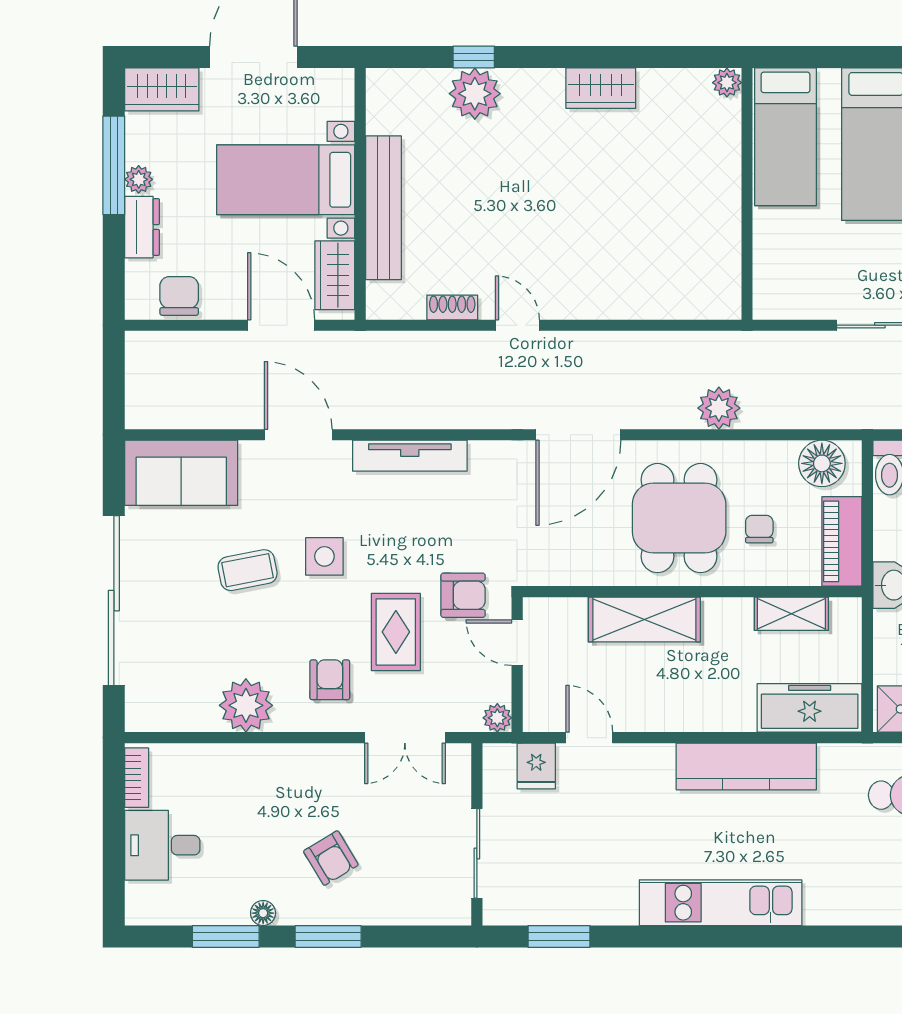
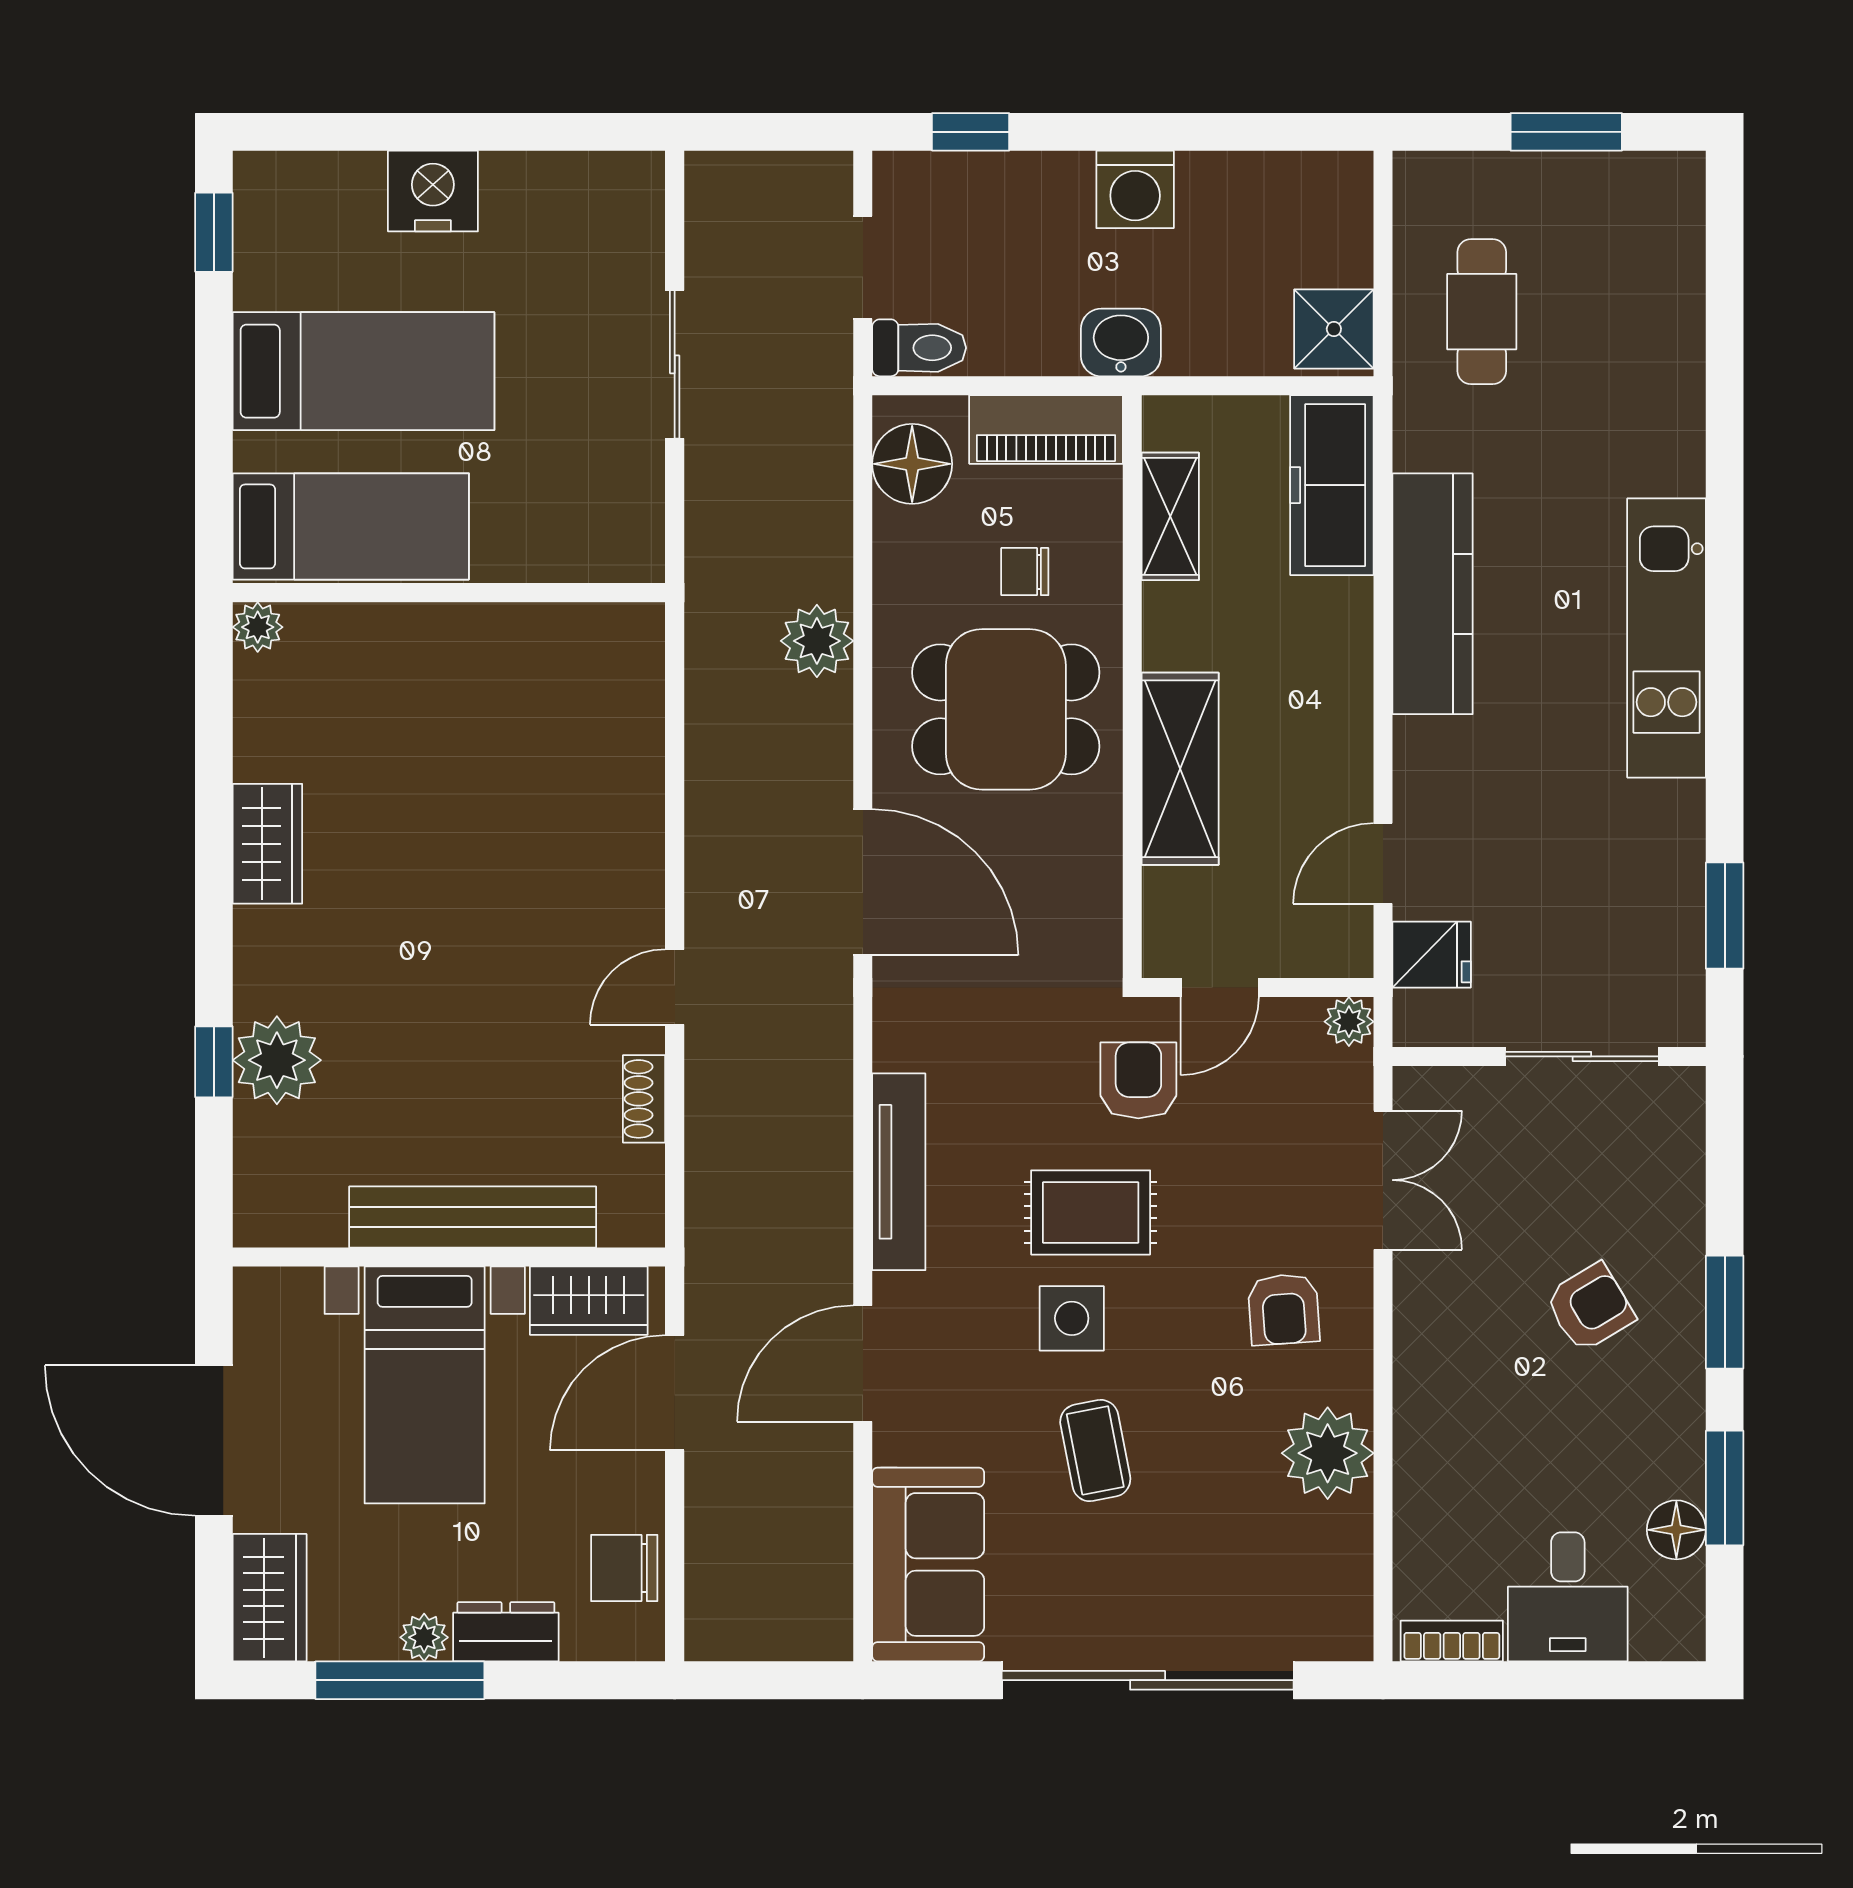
rug: (396, 632) -> (1091, 1212), moved
armchair: (330, 680) -> (1284, 1309), turned -94
floor lamp: (263, 913) -> (1676, 1530), moved, width x1.37, depth x1.37

